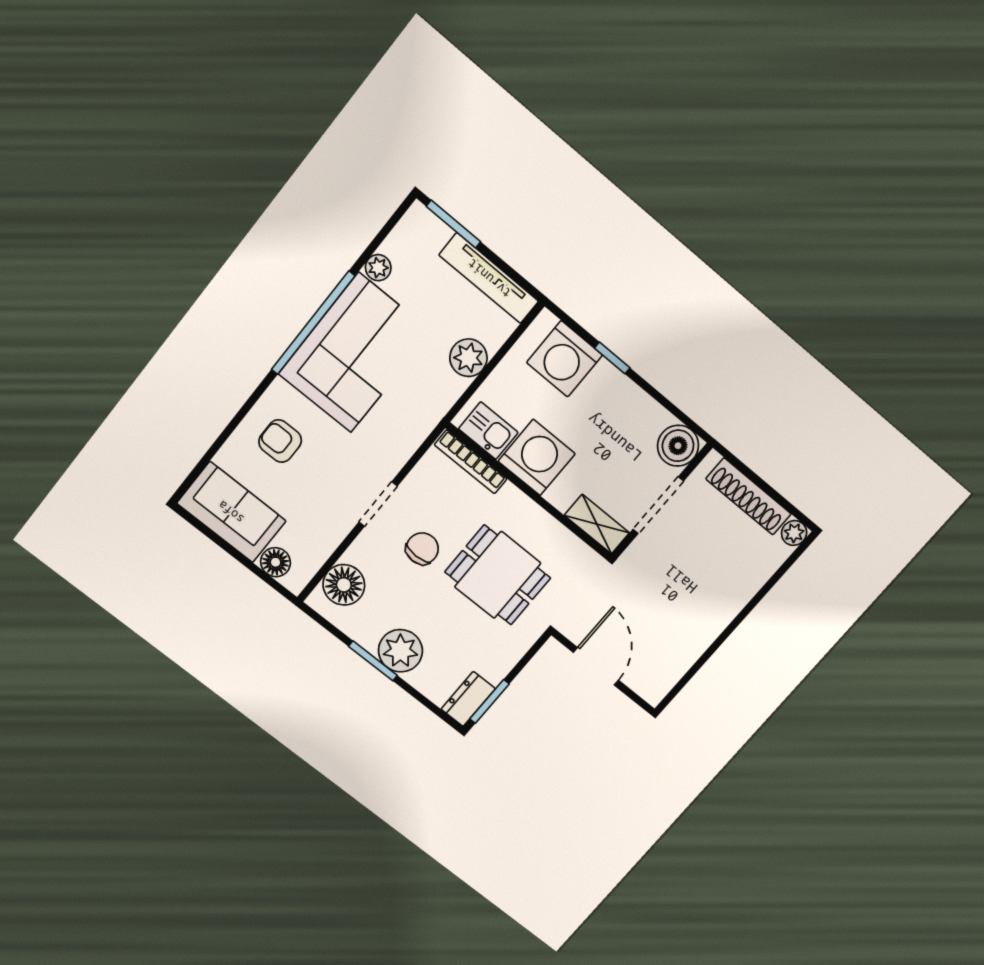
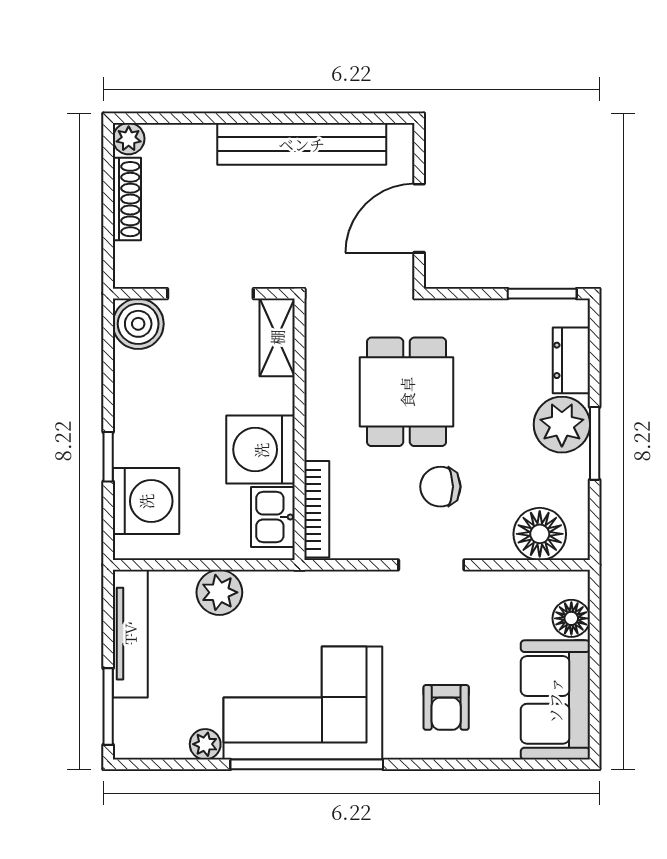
shoe rack: (748, 496) -> (127, 199), width x0.74, depth x0.81
bench: (700, 633) -> (302, 144), added
dresser: (468, 699) -> (571, 360), moved, turned 90

